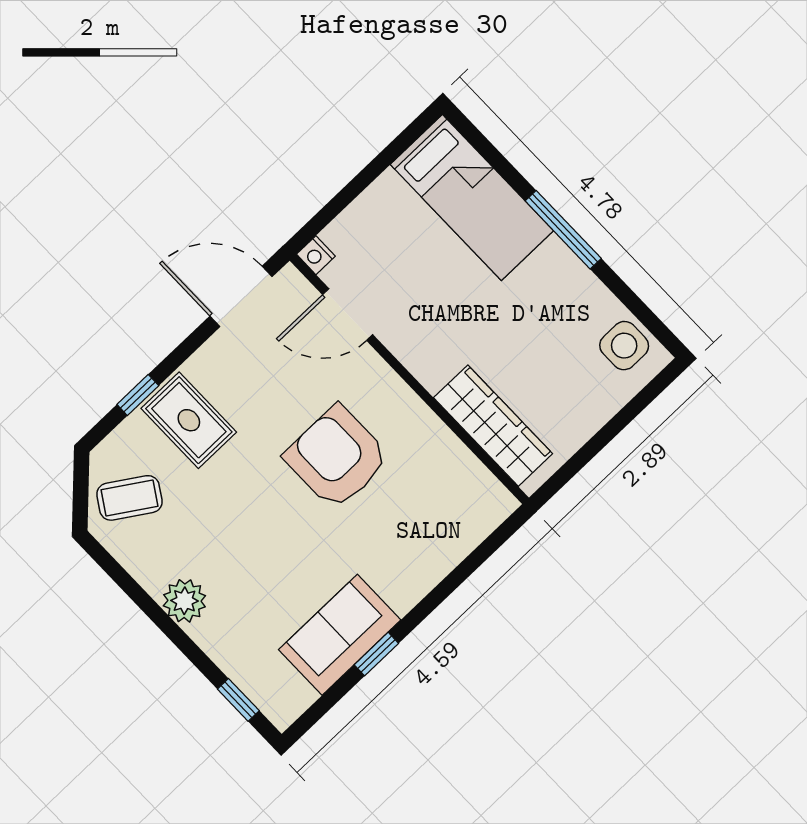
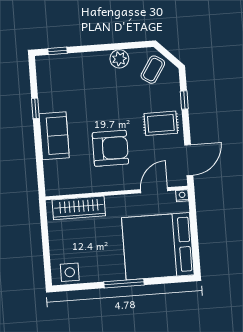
bed: (472, 198) -> (158, 246), width x2.04
rug: (189, 420) -> (161, 123), moved
plant: (184, 601) -> (119, 59), moved
sofa: (340, 635) -> (54, 136), moved

